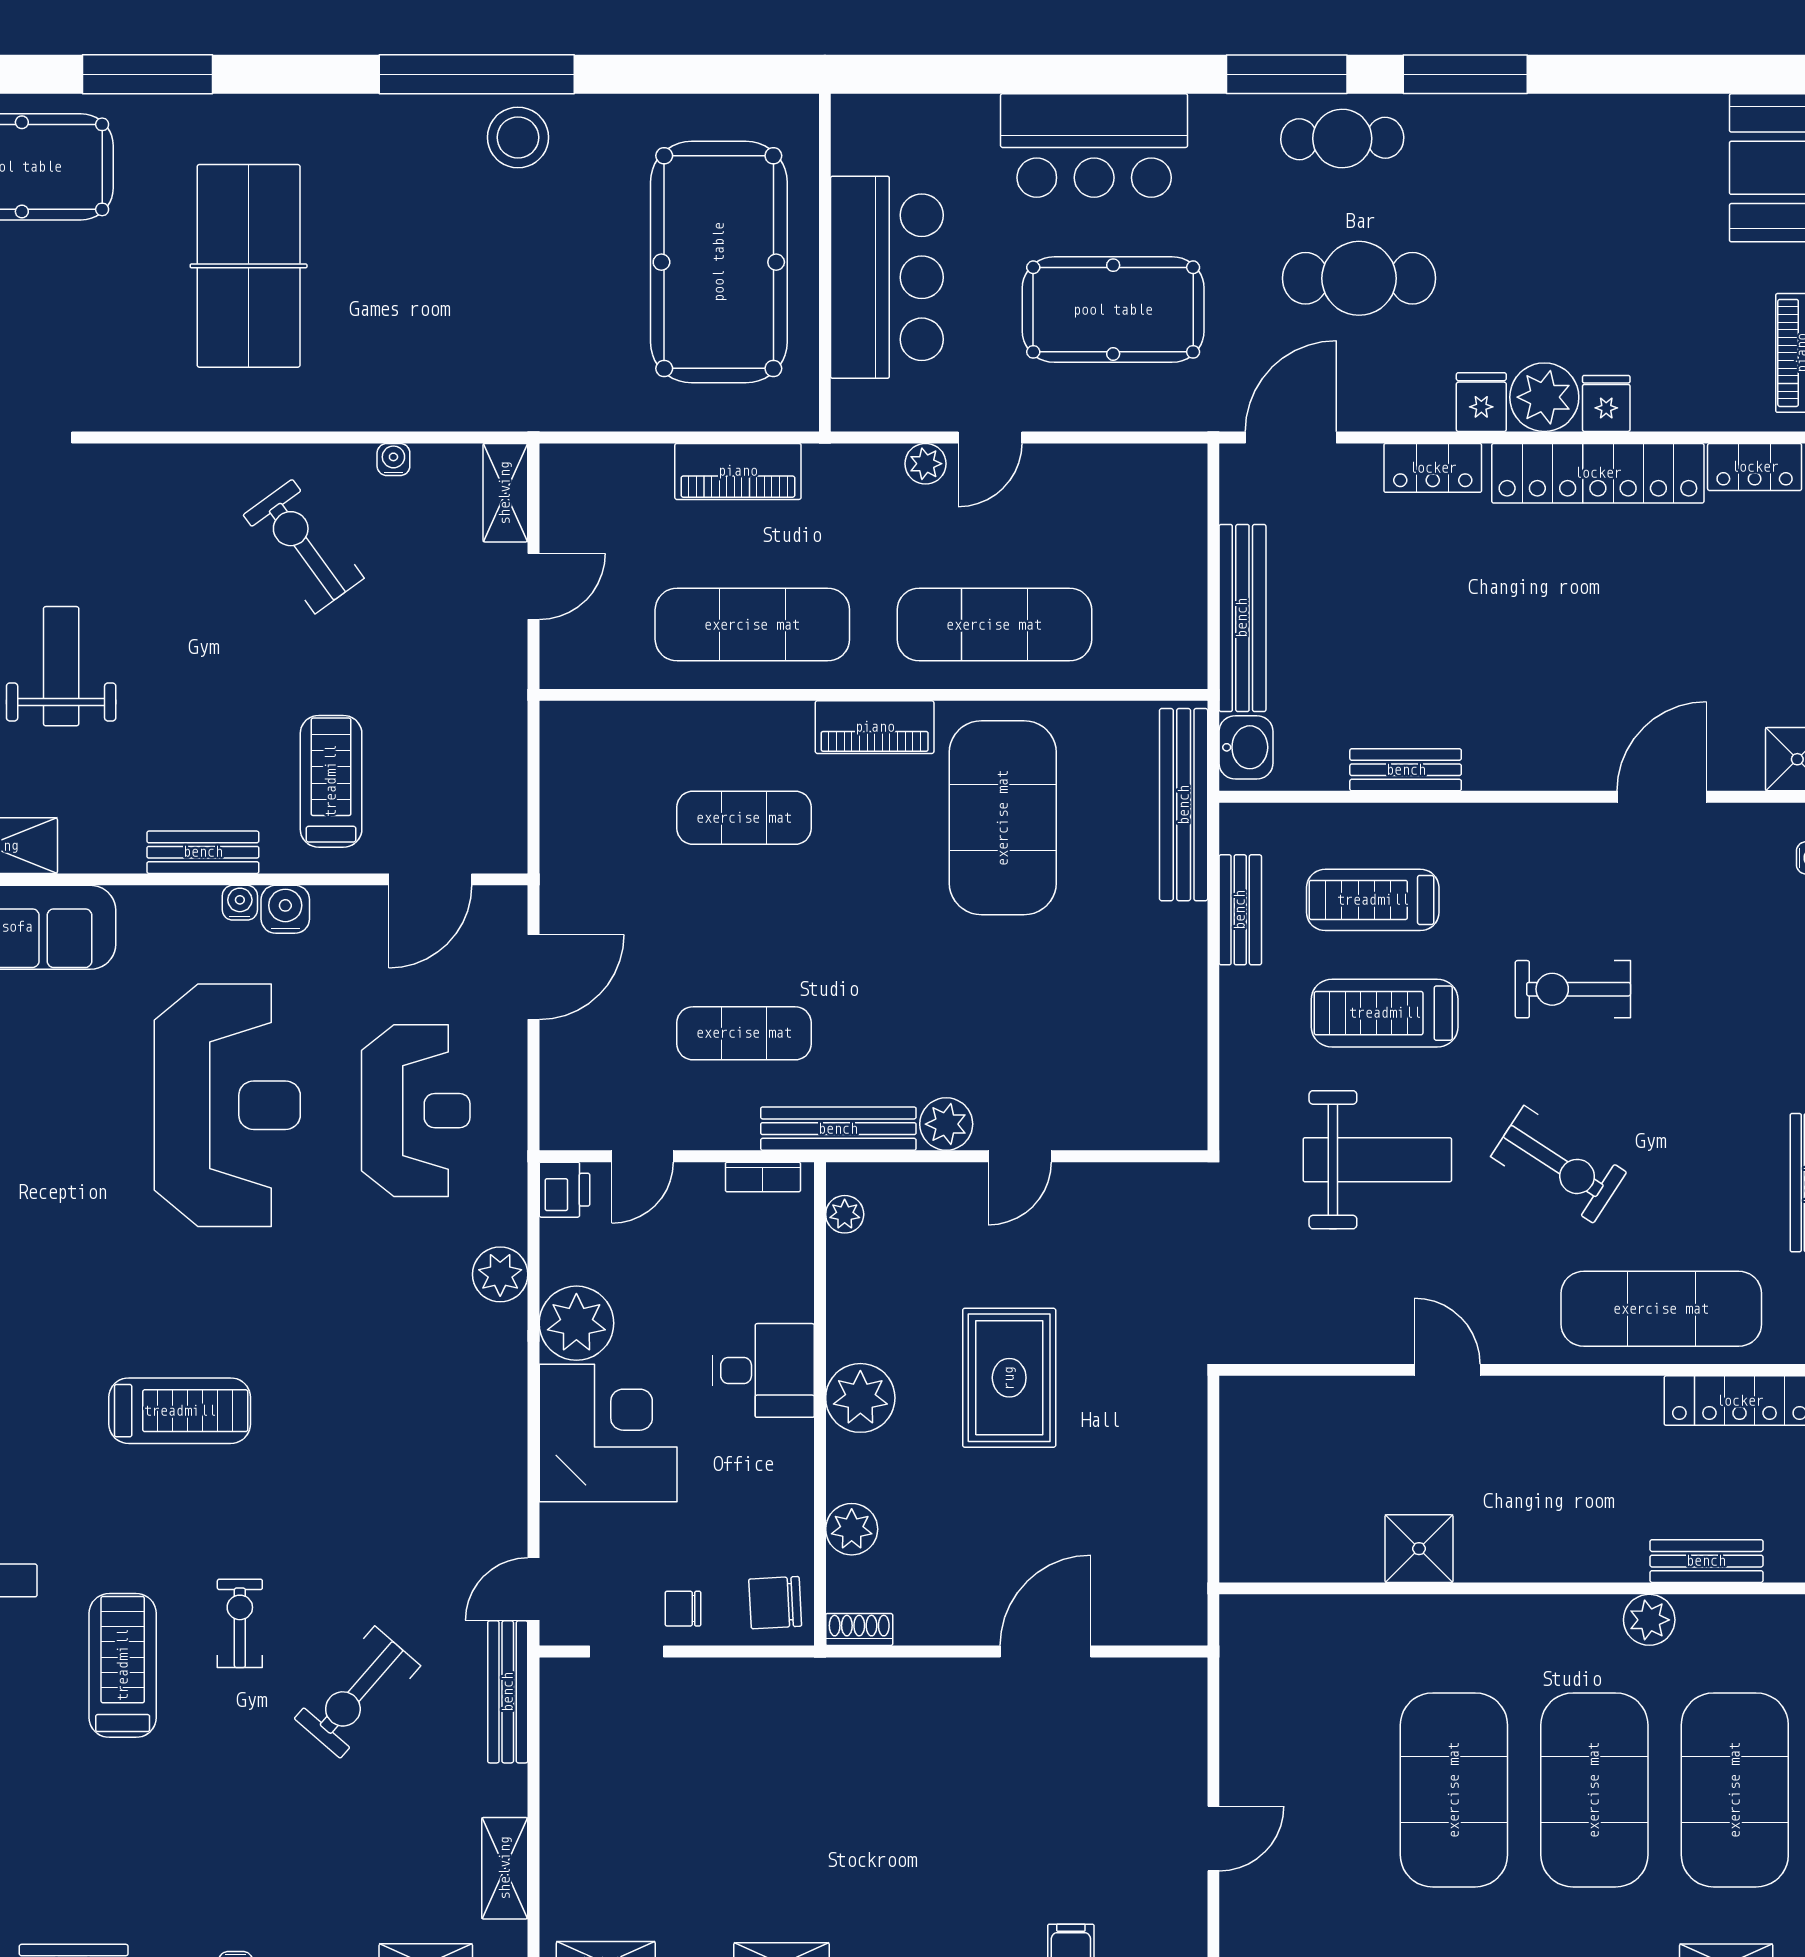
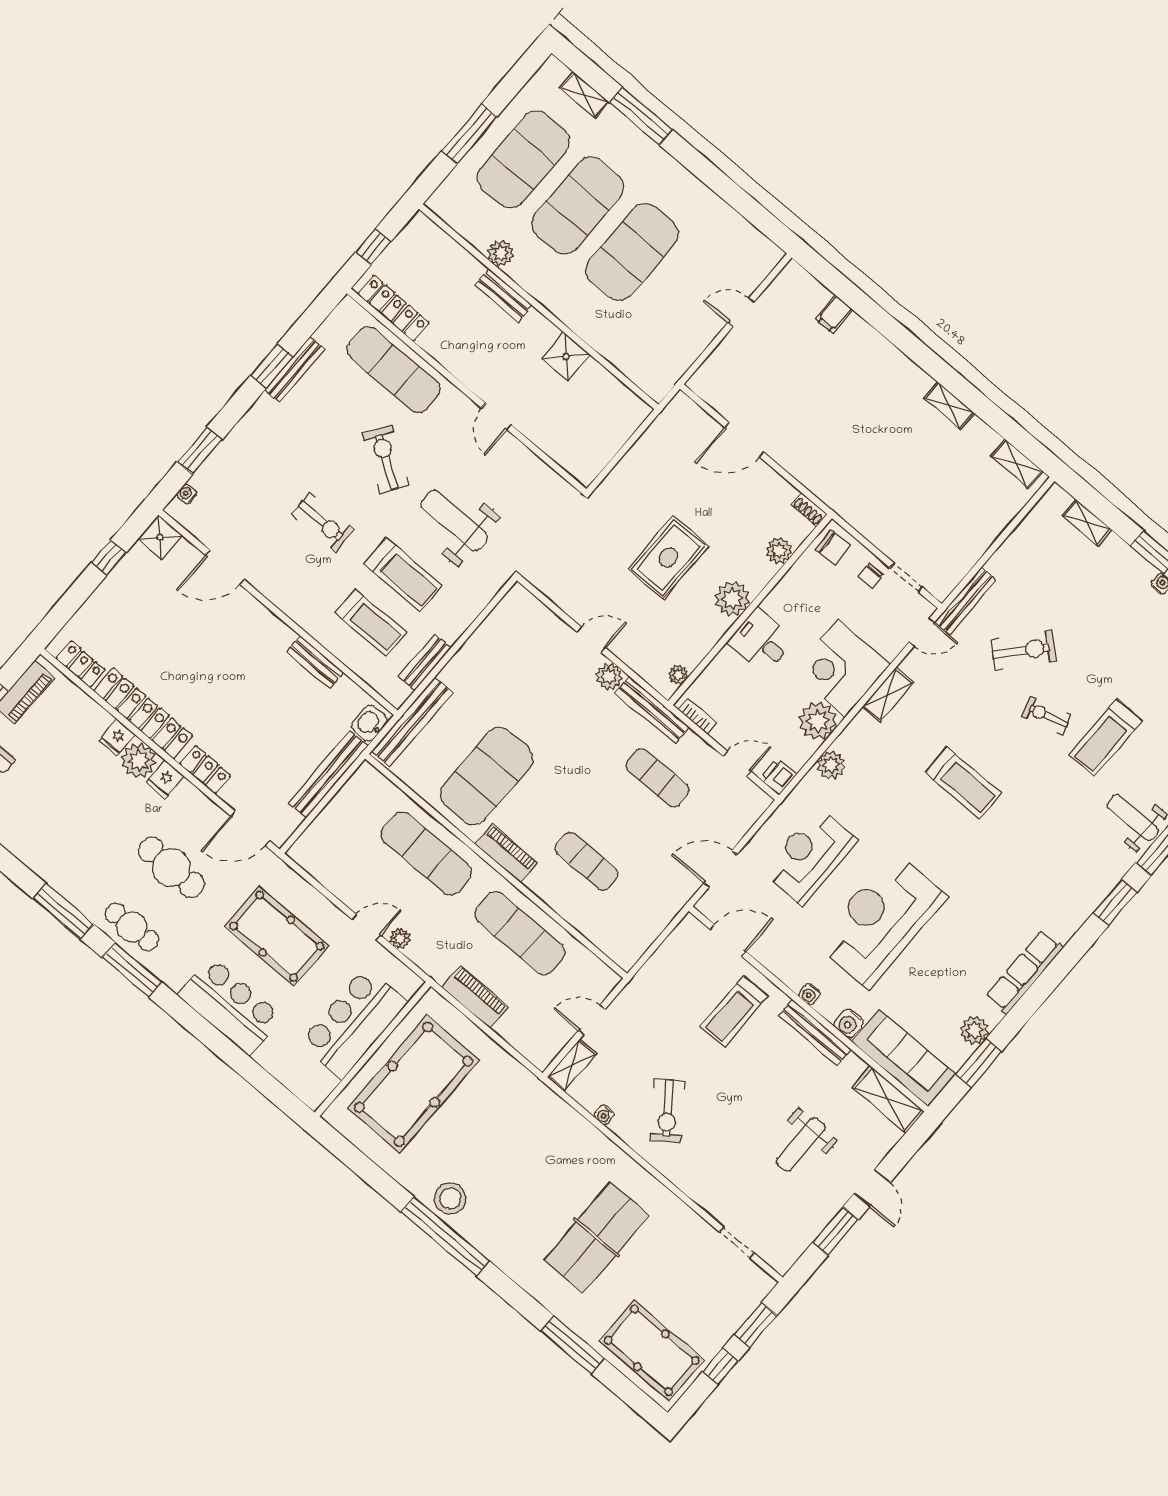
bench: (203, 852) -> (815, 1033), width x1.36
water cooler: (285, 909) -> (849, 1023), moved
treadmill: (180, 1411) -> (963, 783), moved, turned 180
bench: (1706, 1561) -> (504, 295), moved
chair: (683, 1609) -> (870, 576), turned 90
exercise bike: (240, 1623) -> (1046, 716), turned 75
shelving: (505, 1868) -> (888, 694), moved

